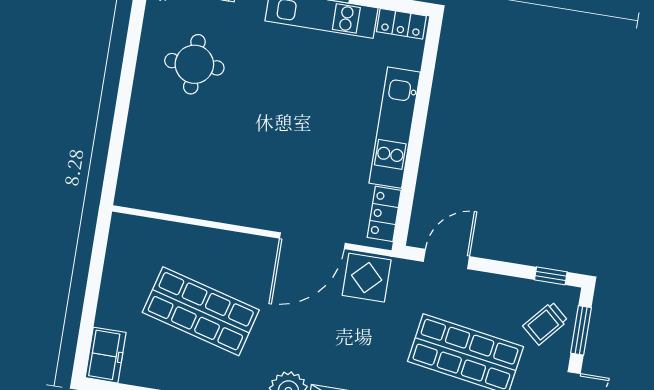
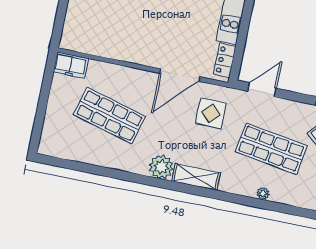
display table: (367, 278) -> (211, 113), moved
freezer: (106, 355) -> (71, 65), moved, turned 90

